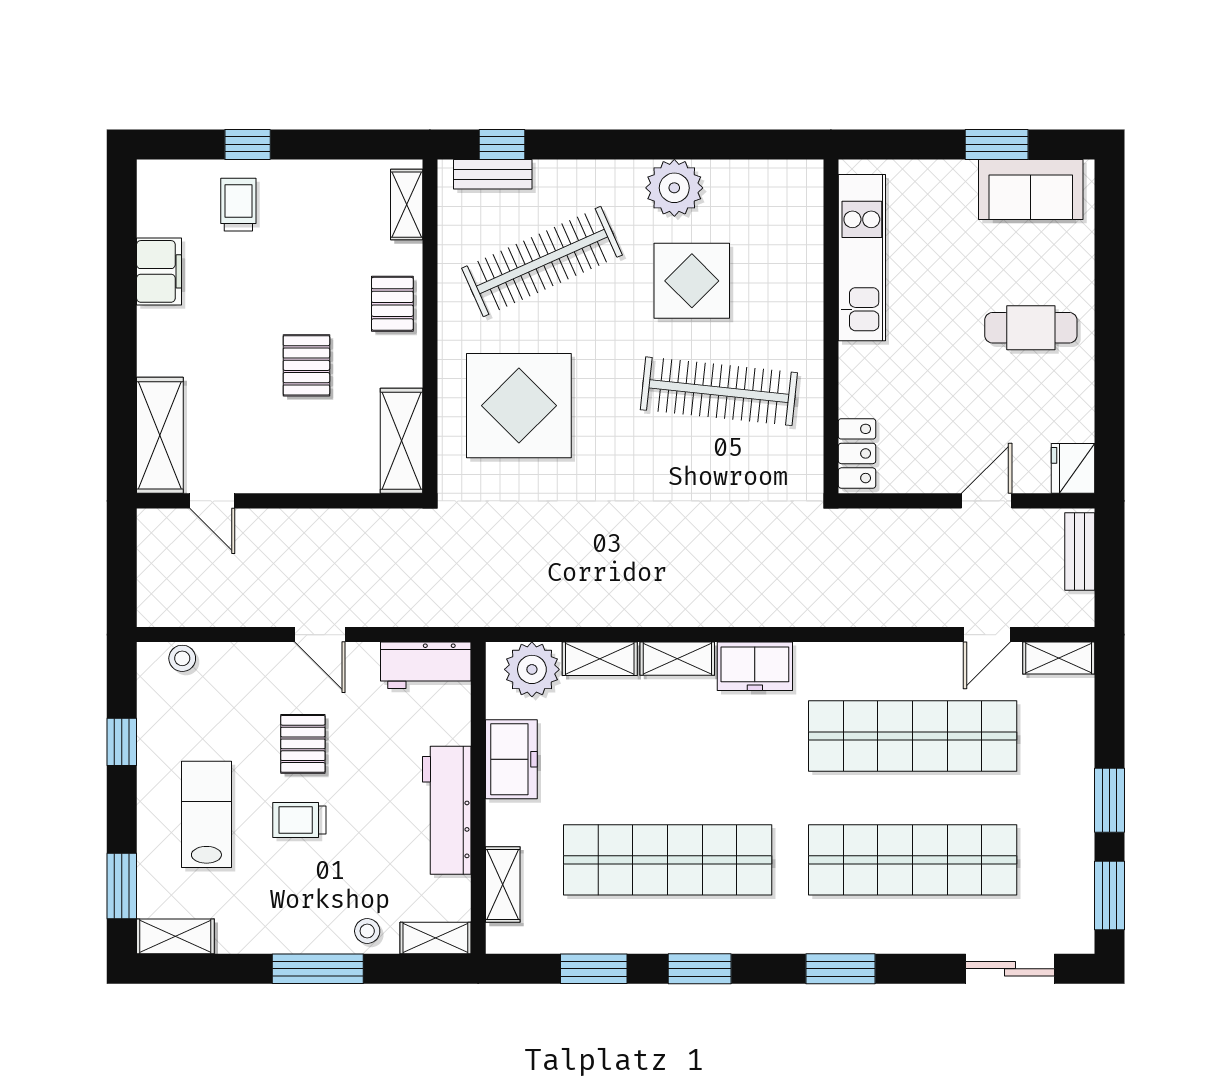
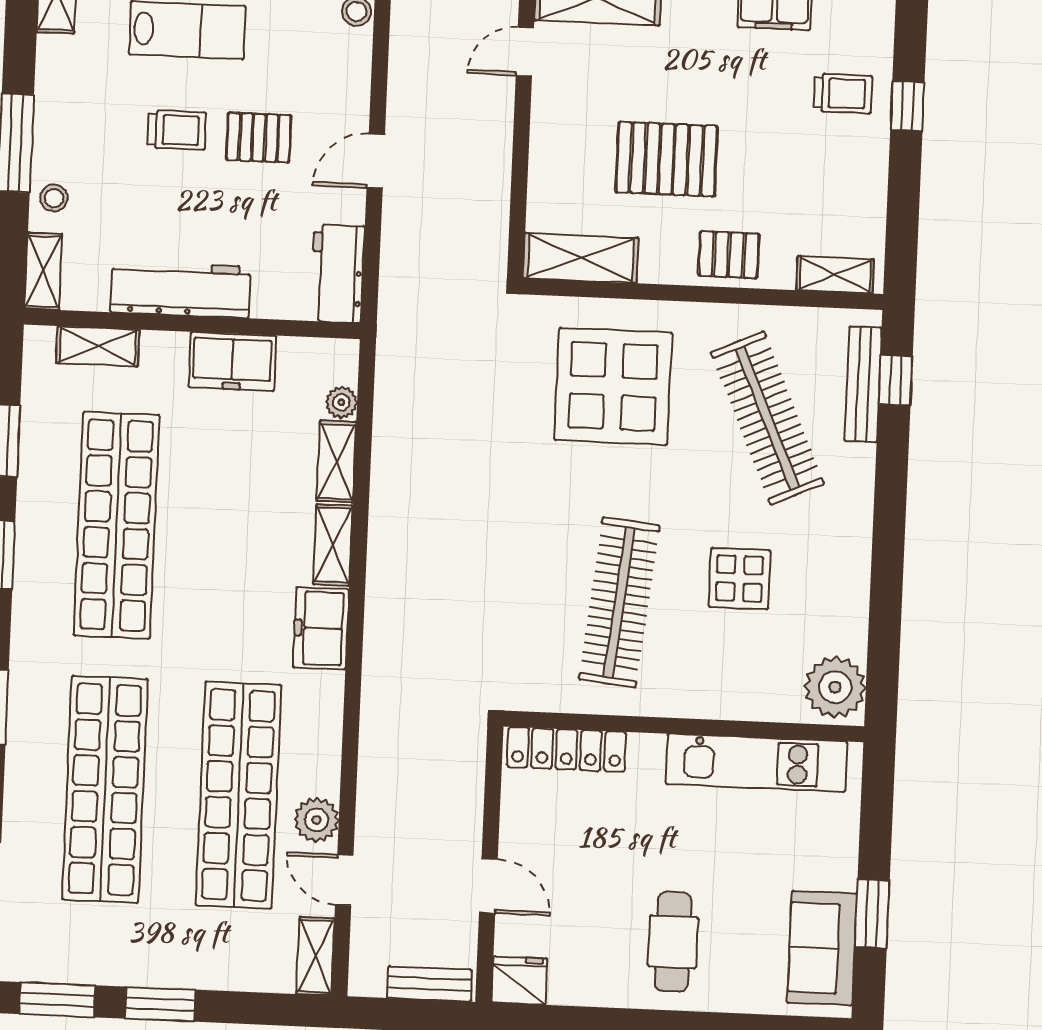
bench: (493, 174) -> (863, 384), width x1.36
plant: (674, 188) -> (835, 687), moved
display table: (692, 281) -> (739, 578), width x0.73, depth x0.73
pallet: (306, 365) -> (667, 159), width x1.50, depth x1.42
locker: (857, 453) -> (567, 749), width x1.53
plant: (932, 663) -> (317, 820), added
plant: (532, 669) -> (341, 402), width x0.53, depth x0.53
trolley: (299, 820) -> (177, 130), turned 90

